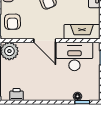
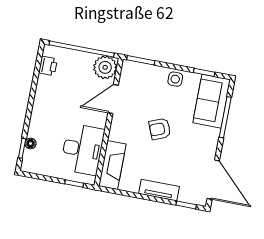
armchair: (12, 22) -> (142, 78), removed
door: (45, 41) -> (113, 99), moved

